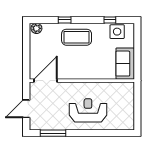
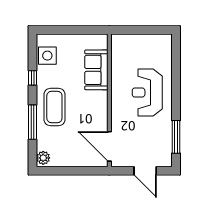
window: (65, 20) -> (33, 122), width x2.17
window: (110, 20) -> (33, 78), moved
sofa: (125, 64) -> (96, 70), moved, turned 90

